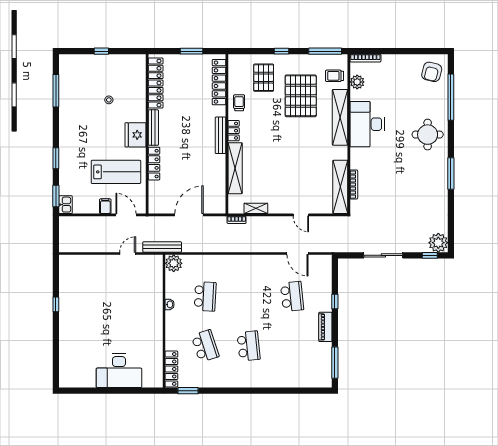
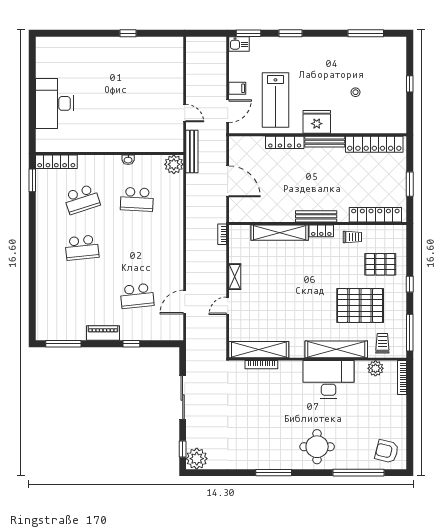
shelving: (256, 208) -> (235, 277), moved

